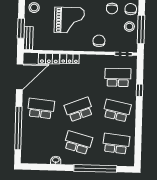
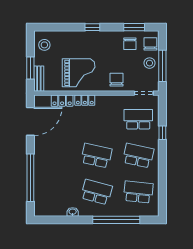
grand piano: (69, 20) -> (79, 73), moved
school desk: (41, 109) -> (55, 156), removed
school desk: (79, 110) -> (96, 156), turned 33

